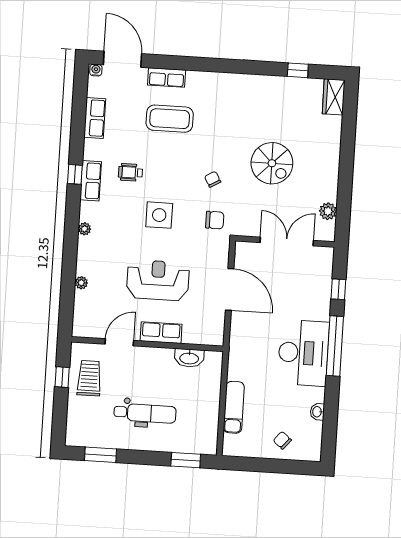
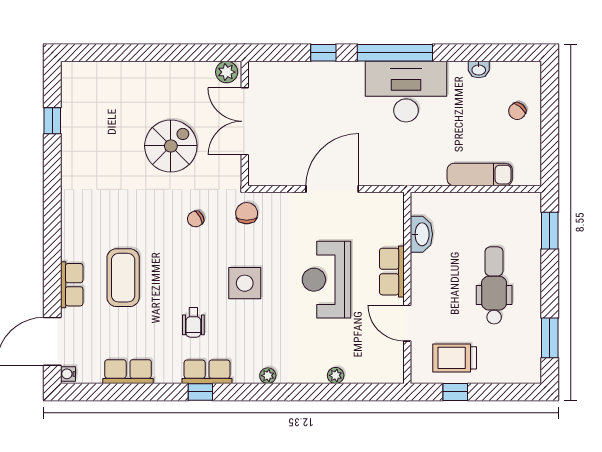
wardrobe: (334, 97) -> (83, 74), removed
wall: (285, 241) -> (245, 123), moved
double door: (287, 241) -> (245, 121), moved

